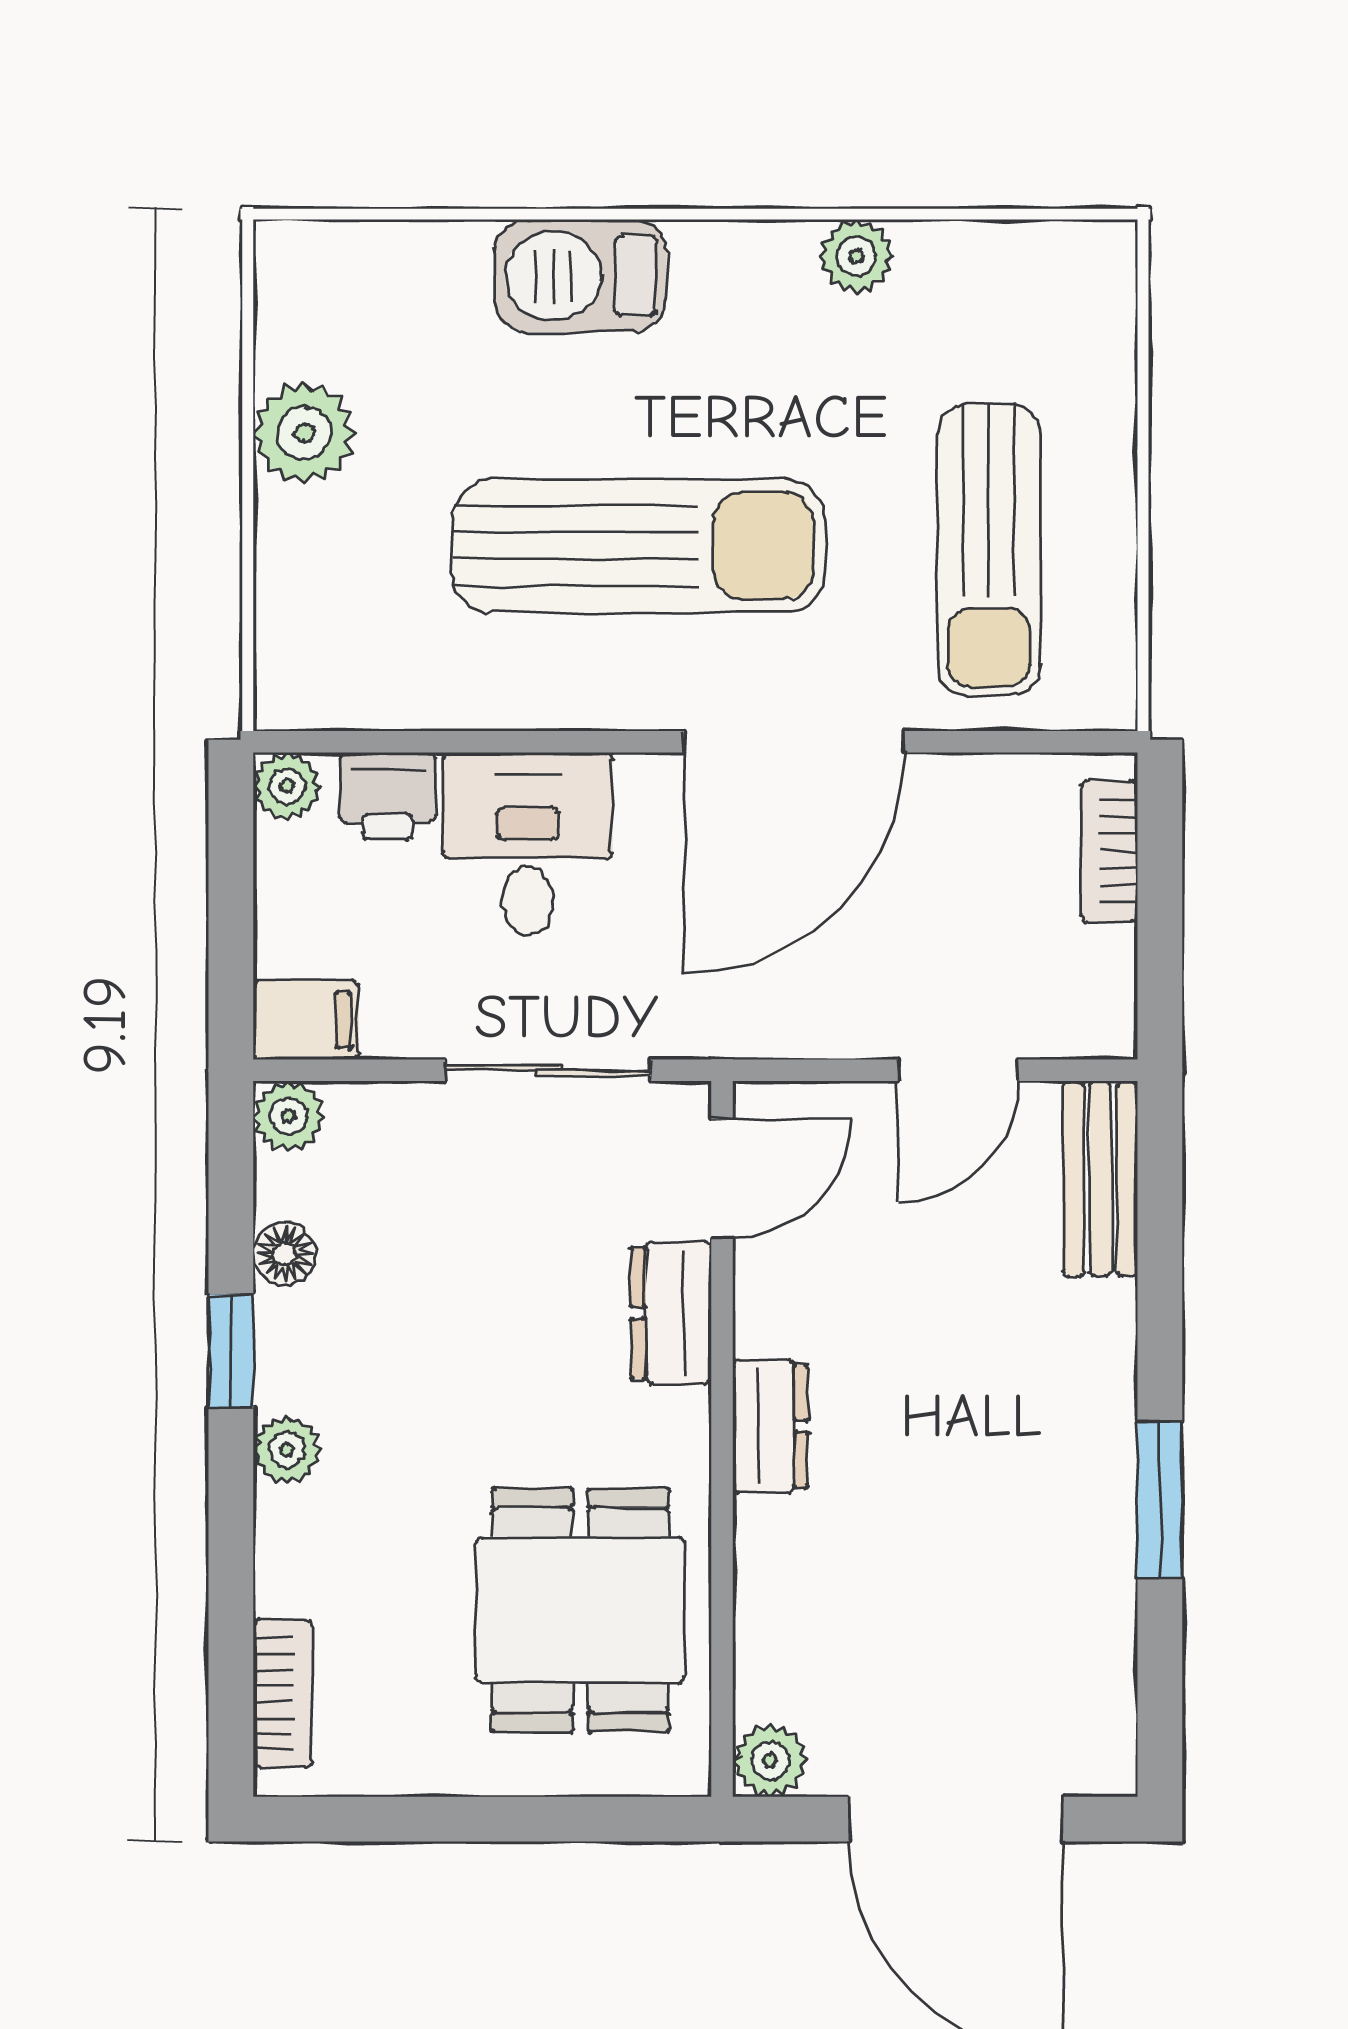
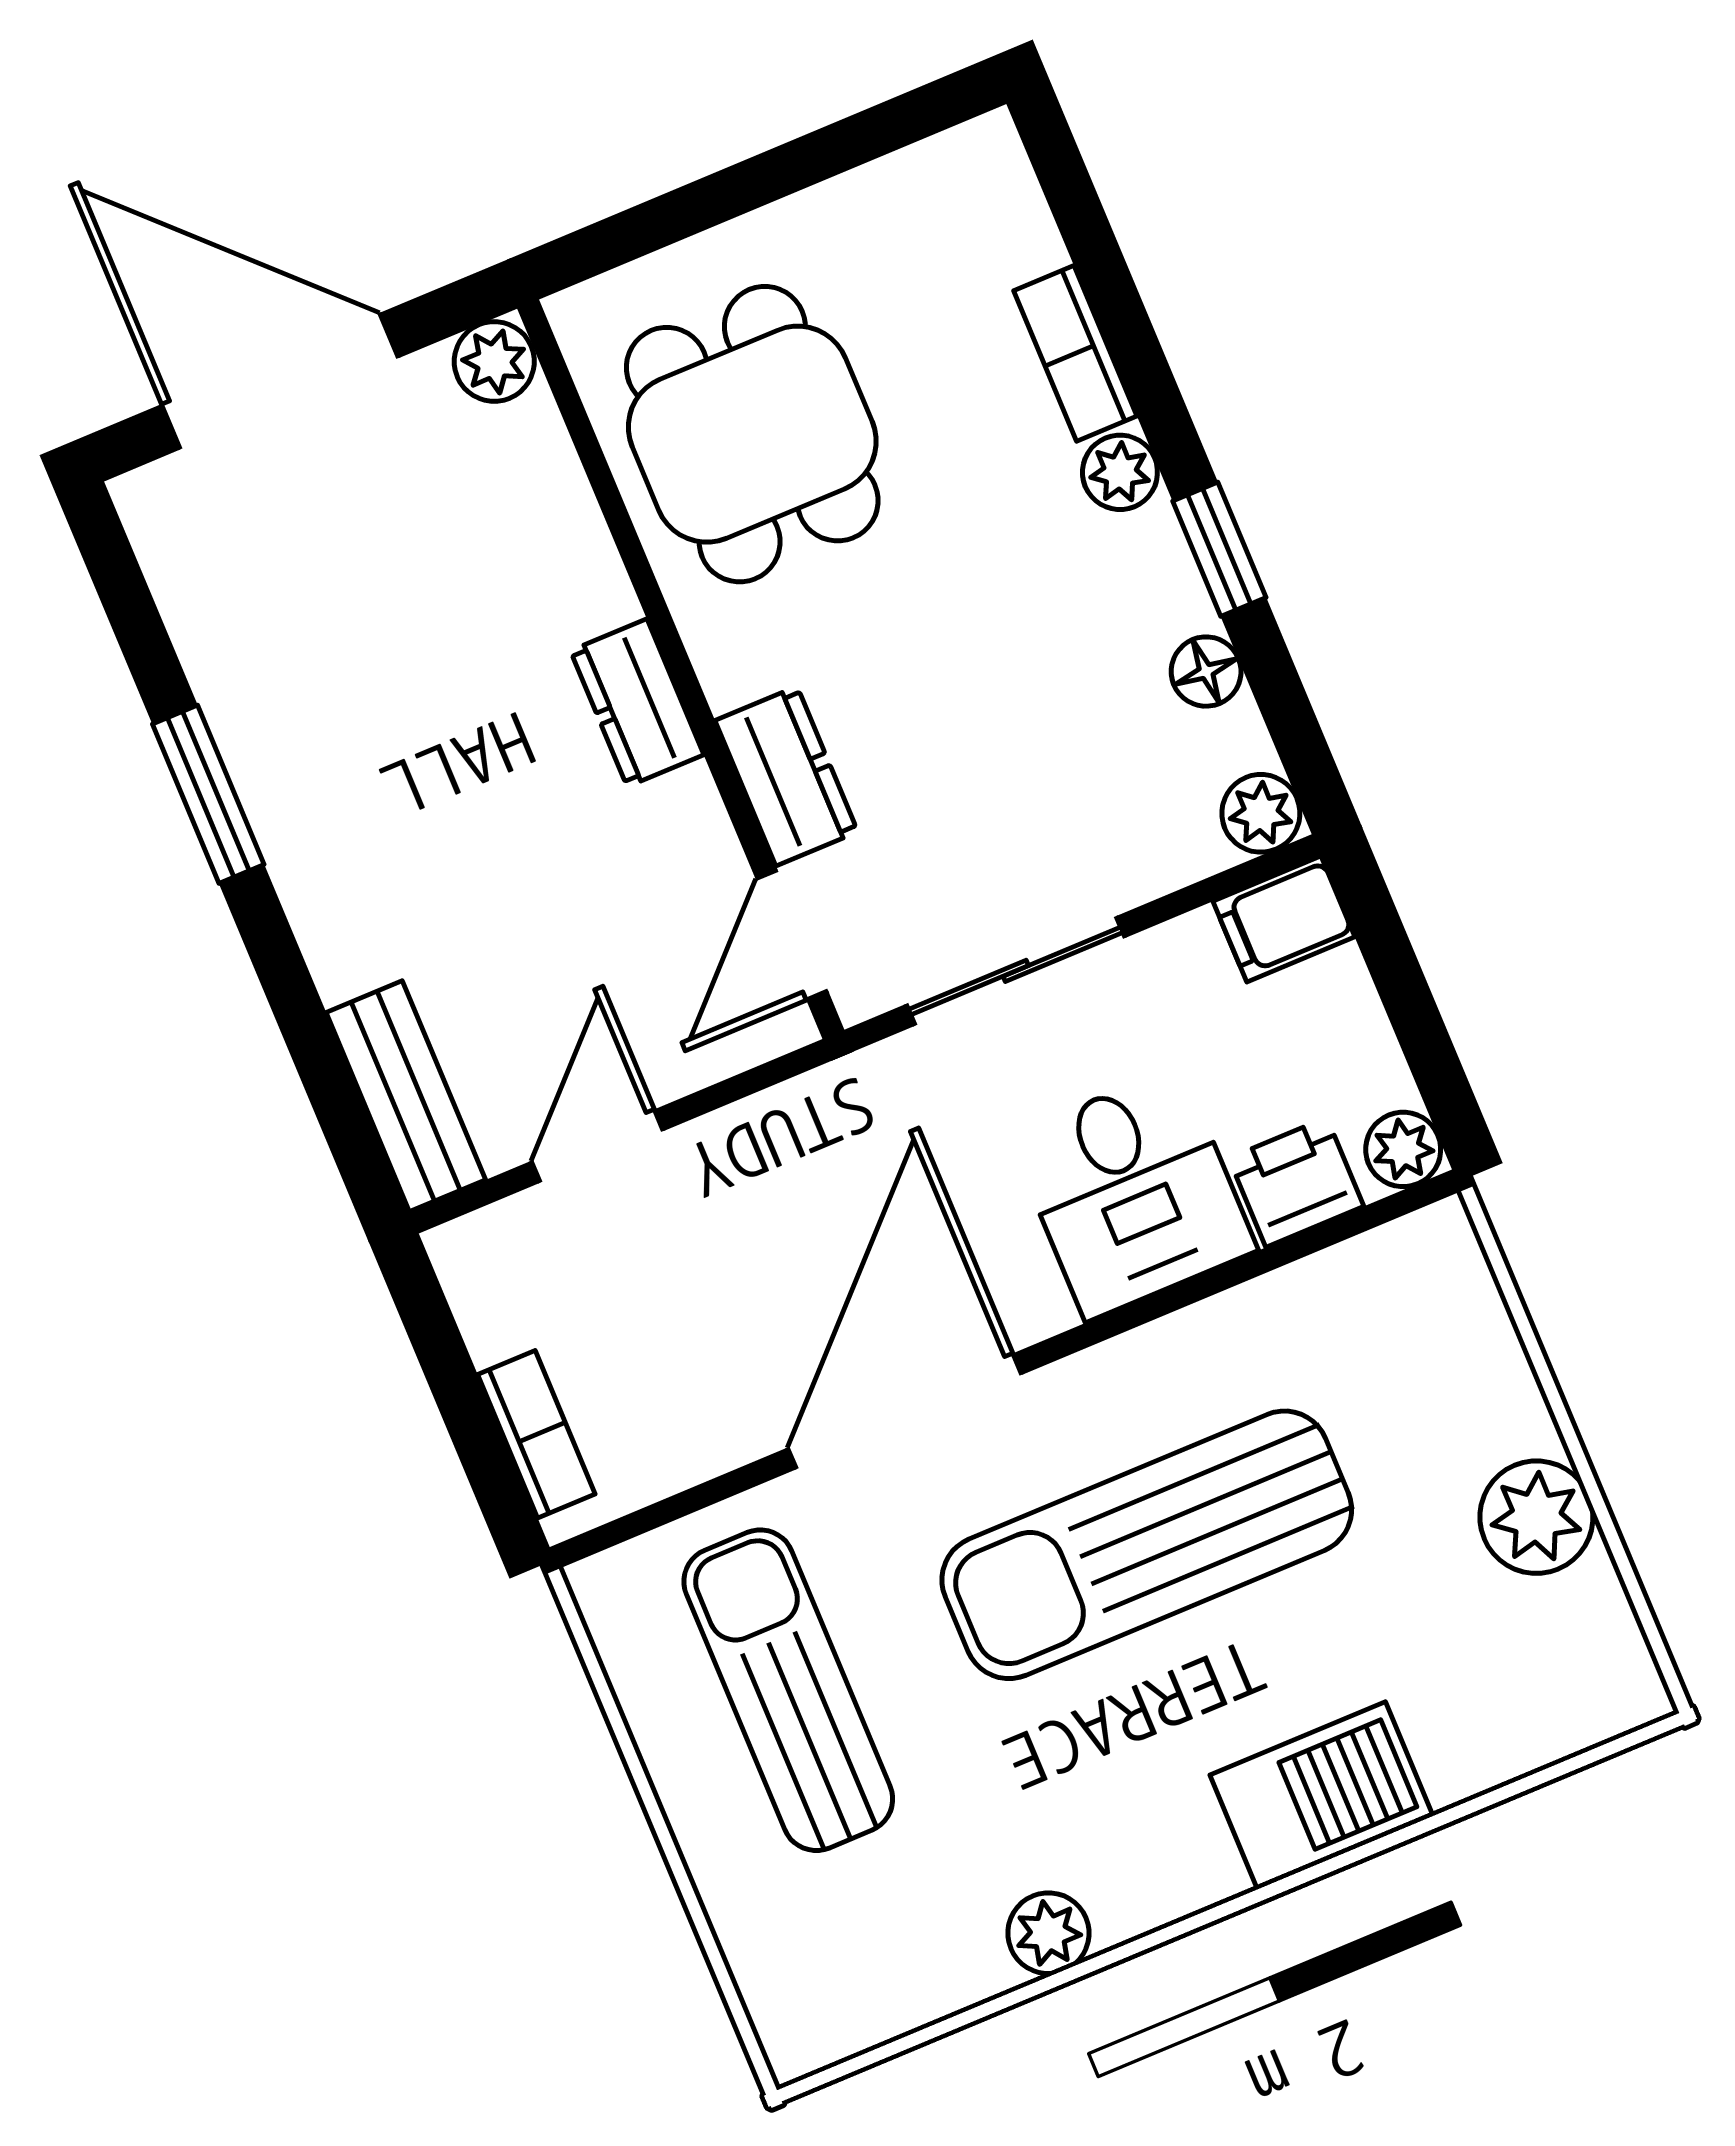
bookcase: (283, 1694) -> (1075, 353), moved

